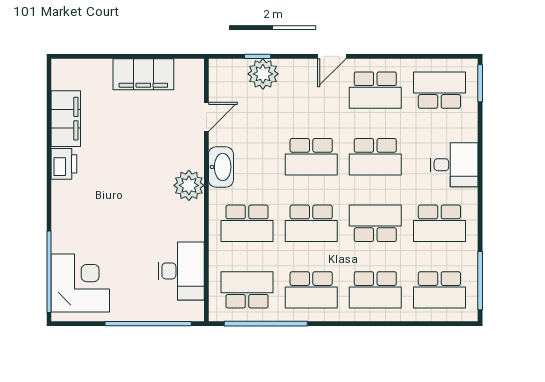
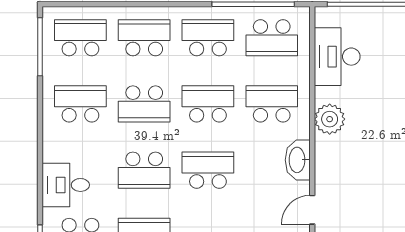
school desk: (375, 157) -> (144, 170), turned 180
desk: (454, 165) -> (66, 185), moved
plant: (189, 185) -> (330, 119), moved

